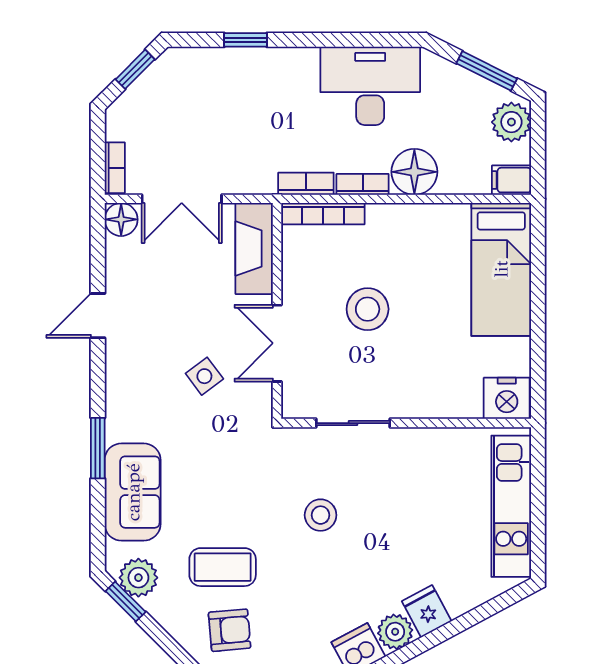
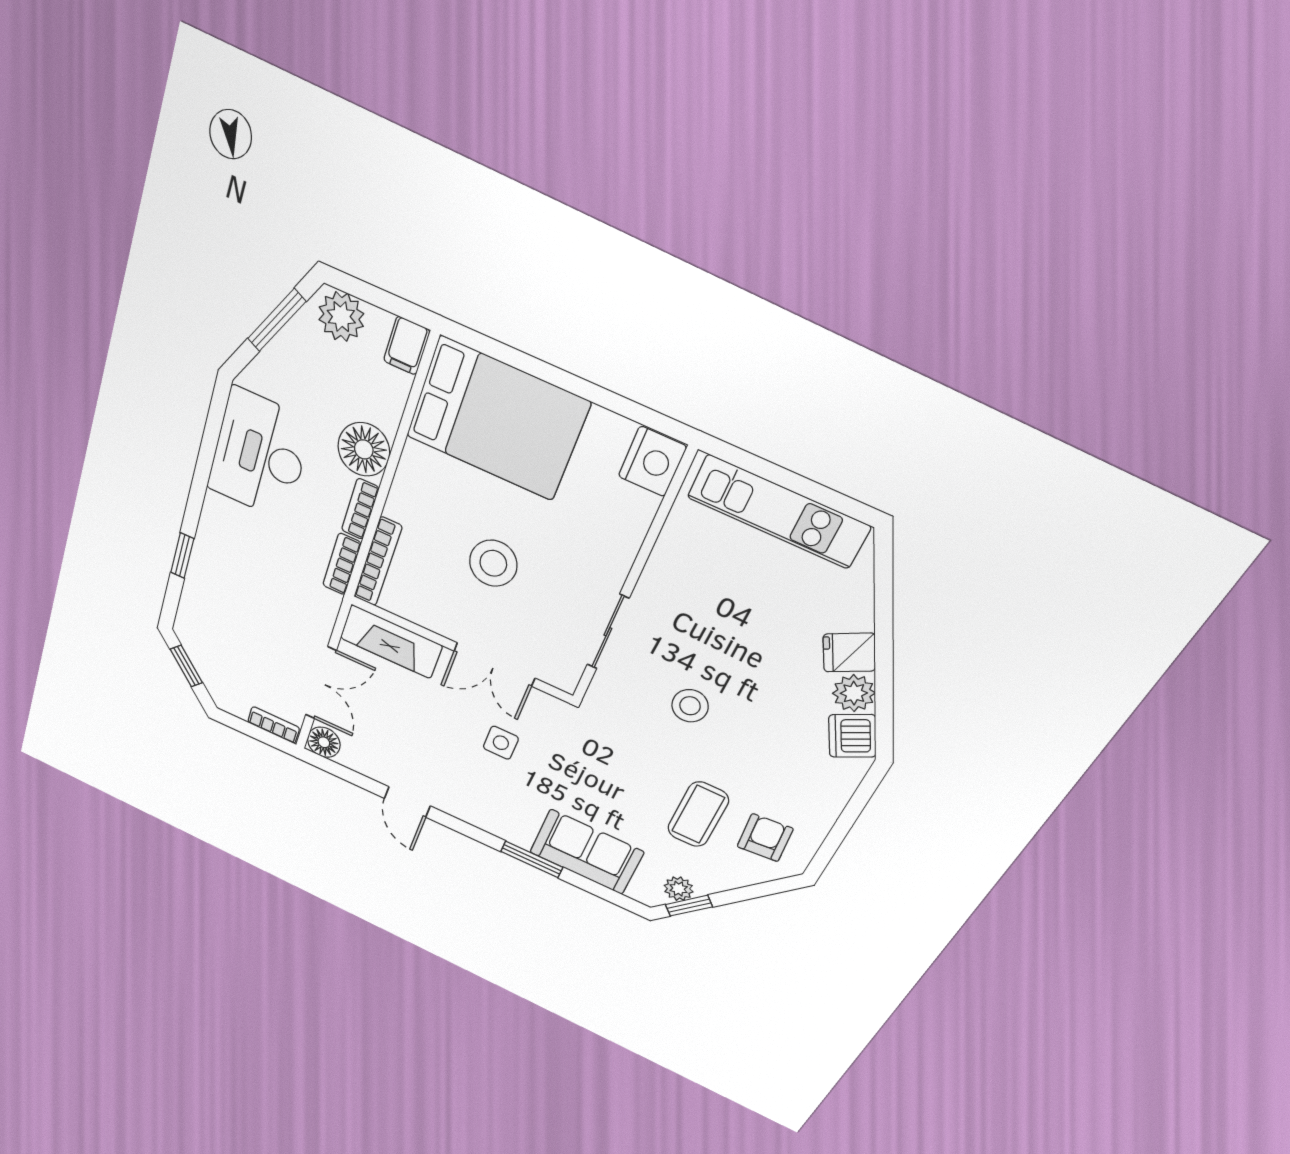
bed: (501, 269) -> (497, 419), width x1.50
side table: (204, 376) -> (501, 743), turned 37
plant: (138, 578) -> (679, 889), width x0.73, depth x0.73

